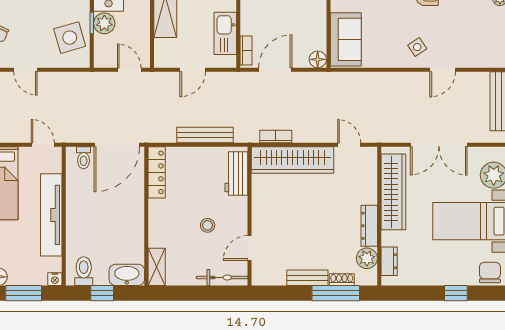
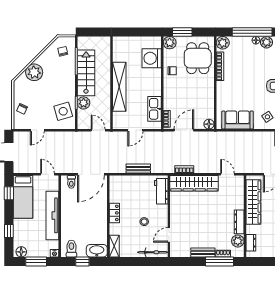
sofa: (346, 39) -> (238, 120), moved, turned -90
door: (25, 70) -> (37, 130), hinge flipped
bench: (205, 135) -> (138, 169), width x0.73
locker: (157, 172) -> (114, 213), moved, width x0.66

